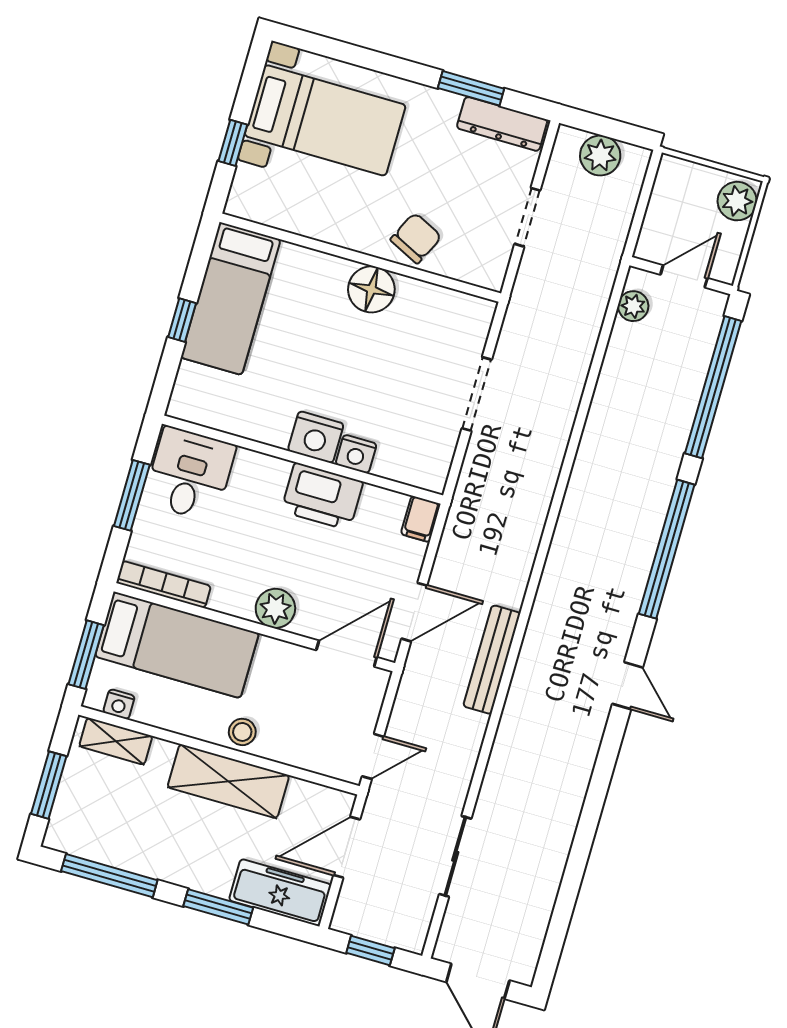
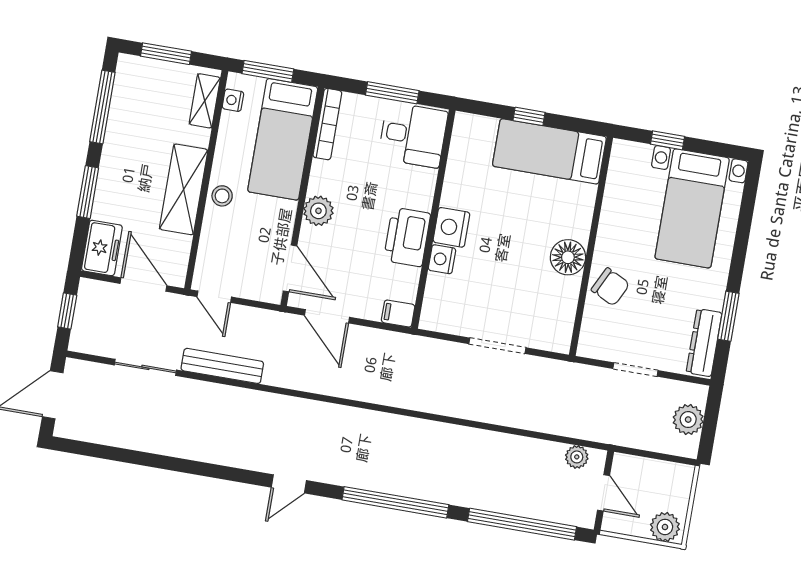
bench: (492, 660) -> (222, 366), moved
freezer: (280, 892) -> (102, 248), width x0.71

